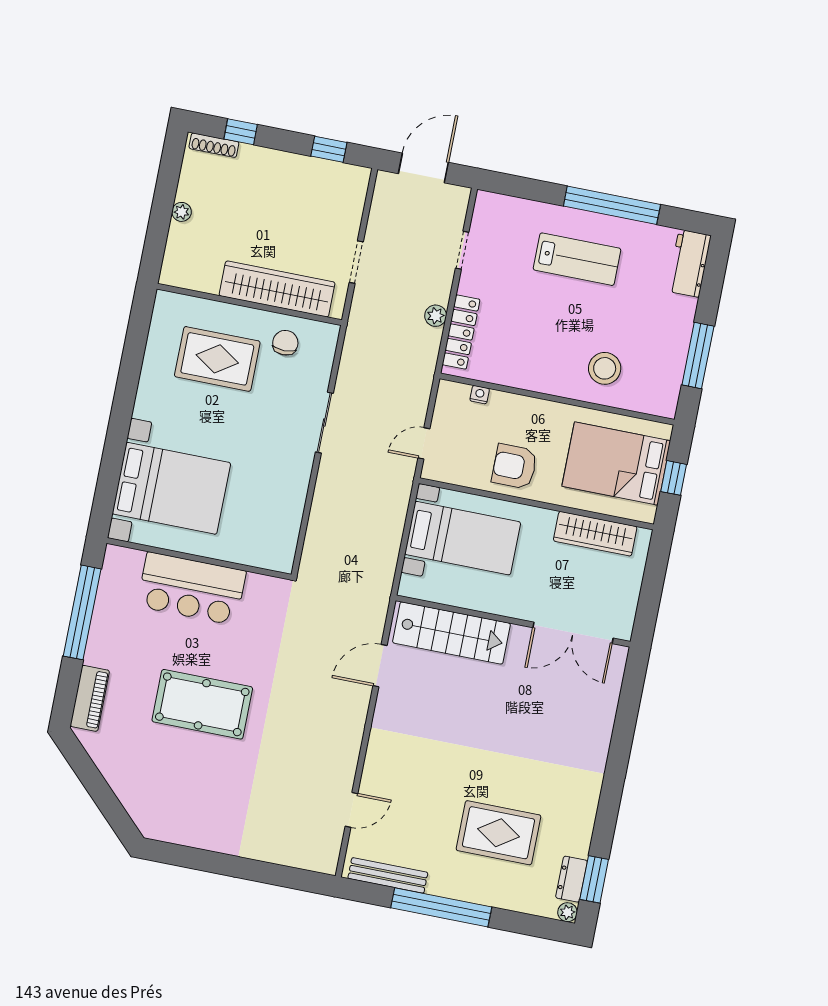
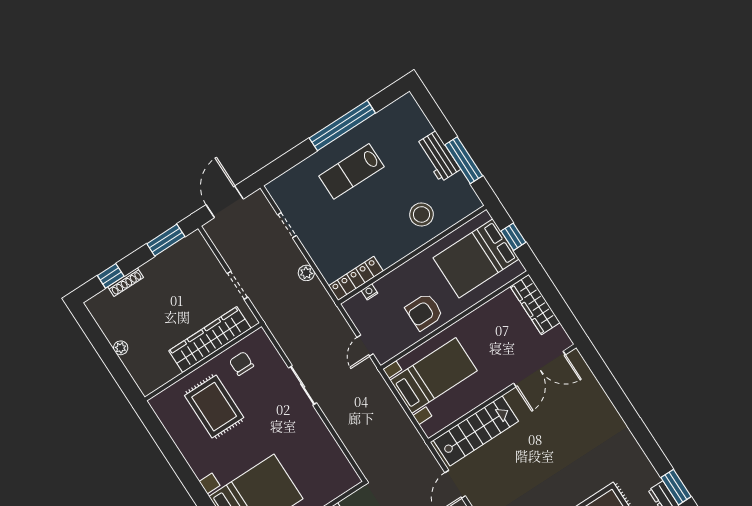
shoe rack: (214, 145) -> (126, 282), moved
window: (329, 149) -> (166, 240), width x1.50
lab bench: (577, 259) -> (351, 171), turned 180
workbench: (689, 263) -> (438, 156), moved
locker: (461, 332) -> (356, 278), moved, turned -90
rug: (217, 359) -> (214, 407), turned 90
wardrobe: (595, 534) -> (535, 305), moved, turned 90

